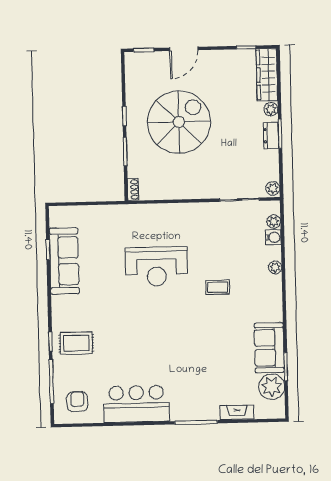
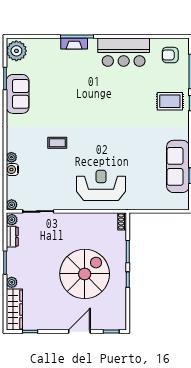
spiral stairs: (179, 122) -> (85, 274), turned 180
dresser: (271, 136) -> (12, 237), moved
plant: (274, 222) -> (12, 205), moved
water cooler: (273, 237) -> (12, 170), moved
reception desk: (156, 266) -> (101, 185), moved
plant: (272, 387) -> (16, 51), moved
armchair: (77, 402) -> (170, 55), turned 90
fireplace: (237, 412) -> (74, 43), moved

